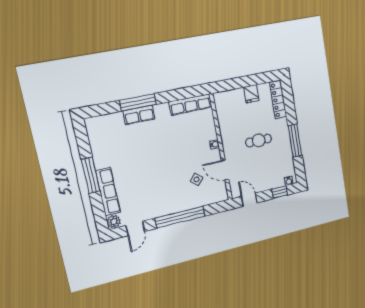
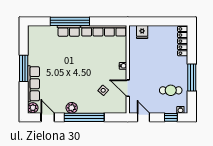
fridge: (251, 94) -> (142, 32), moved
window: (138, 102) -> (70, 21), width x1.46
row of seats: (191, 104) -> (104, 31), width x1.36
cafe table: (259, 141) -> (171, 90), moved
plant: (163, 210) -> (72, 108), added
door: (135, 228) -> (48, 117), swing flipped

